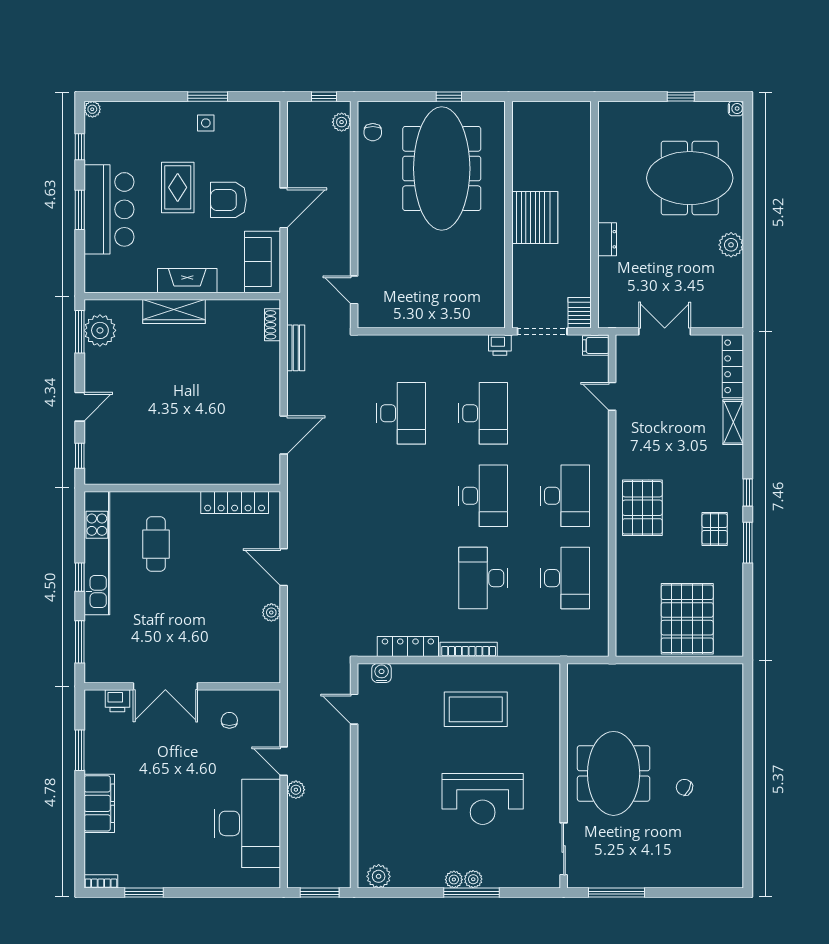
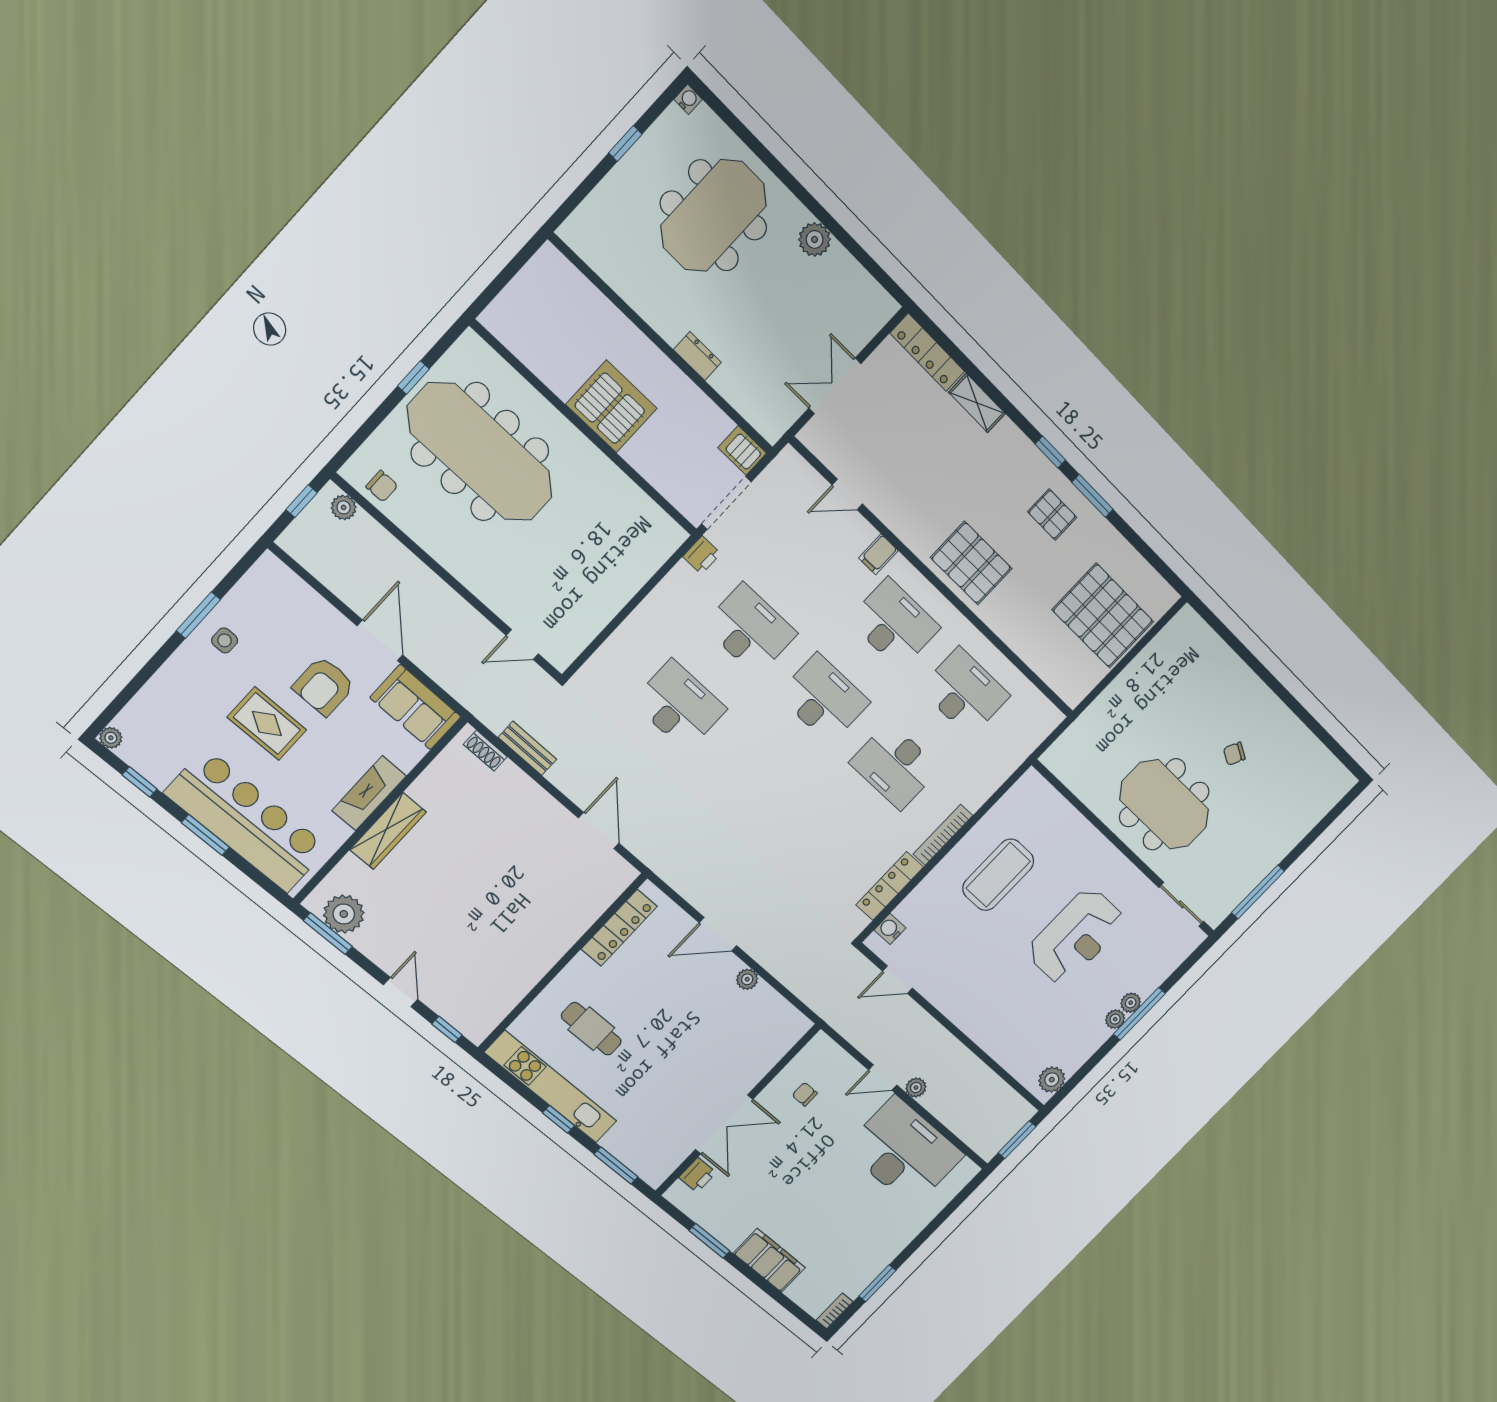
bar counter: (109, 209) -> (247, 821), width x1.36
filing cabinet: (596, 345) -> (878, 554), moved

